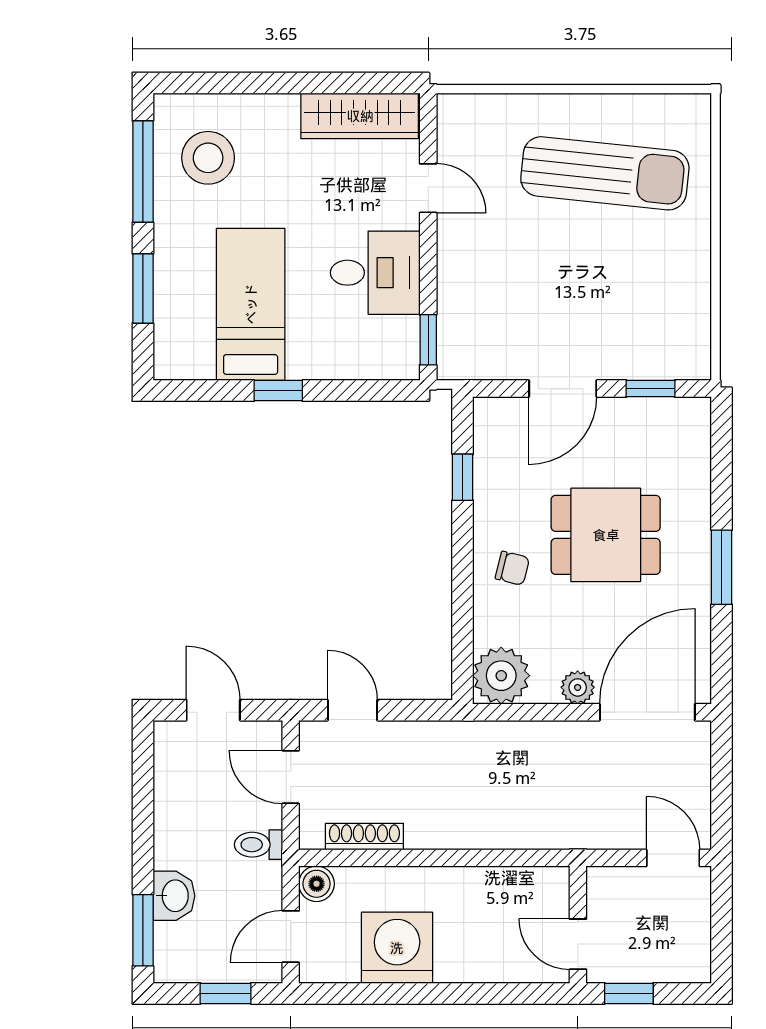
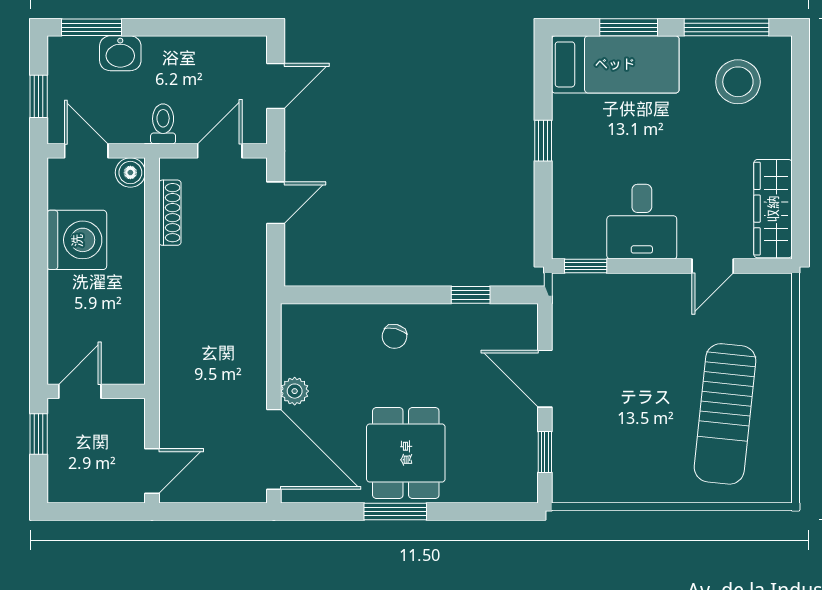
bed: (251, 304) -> (615, 64), moved
dining table: (606, 535) -> (406, 453), moved
plant: (501, 676) -> (305, 327), removed

